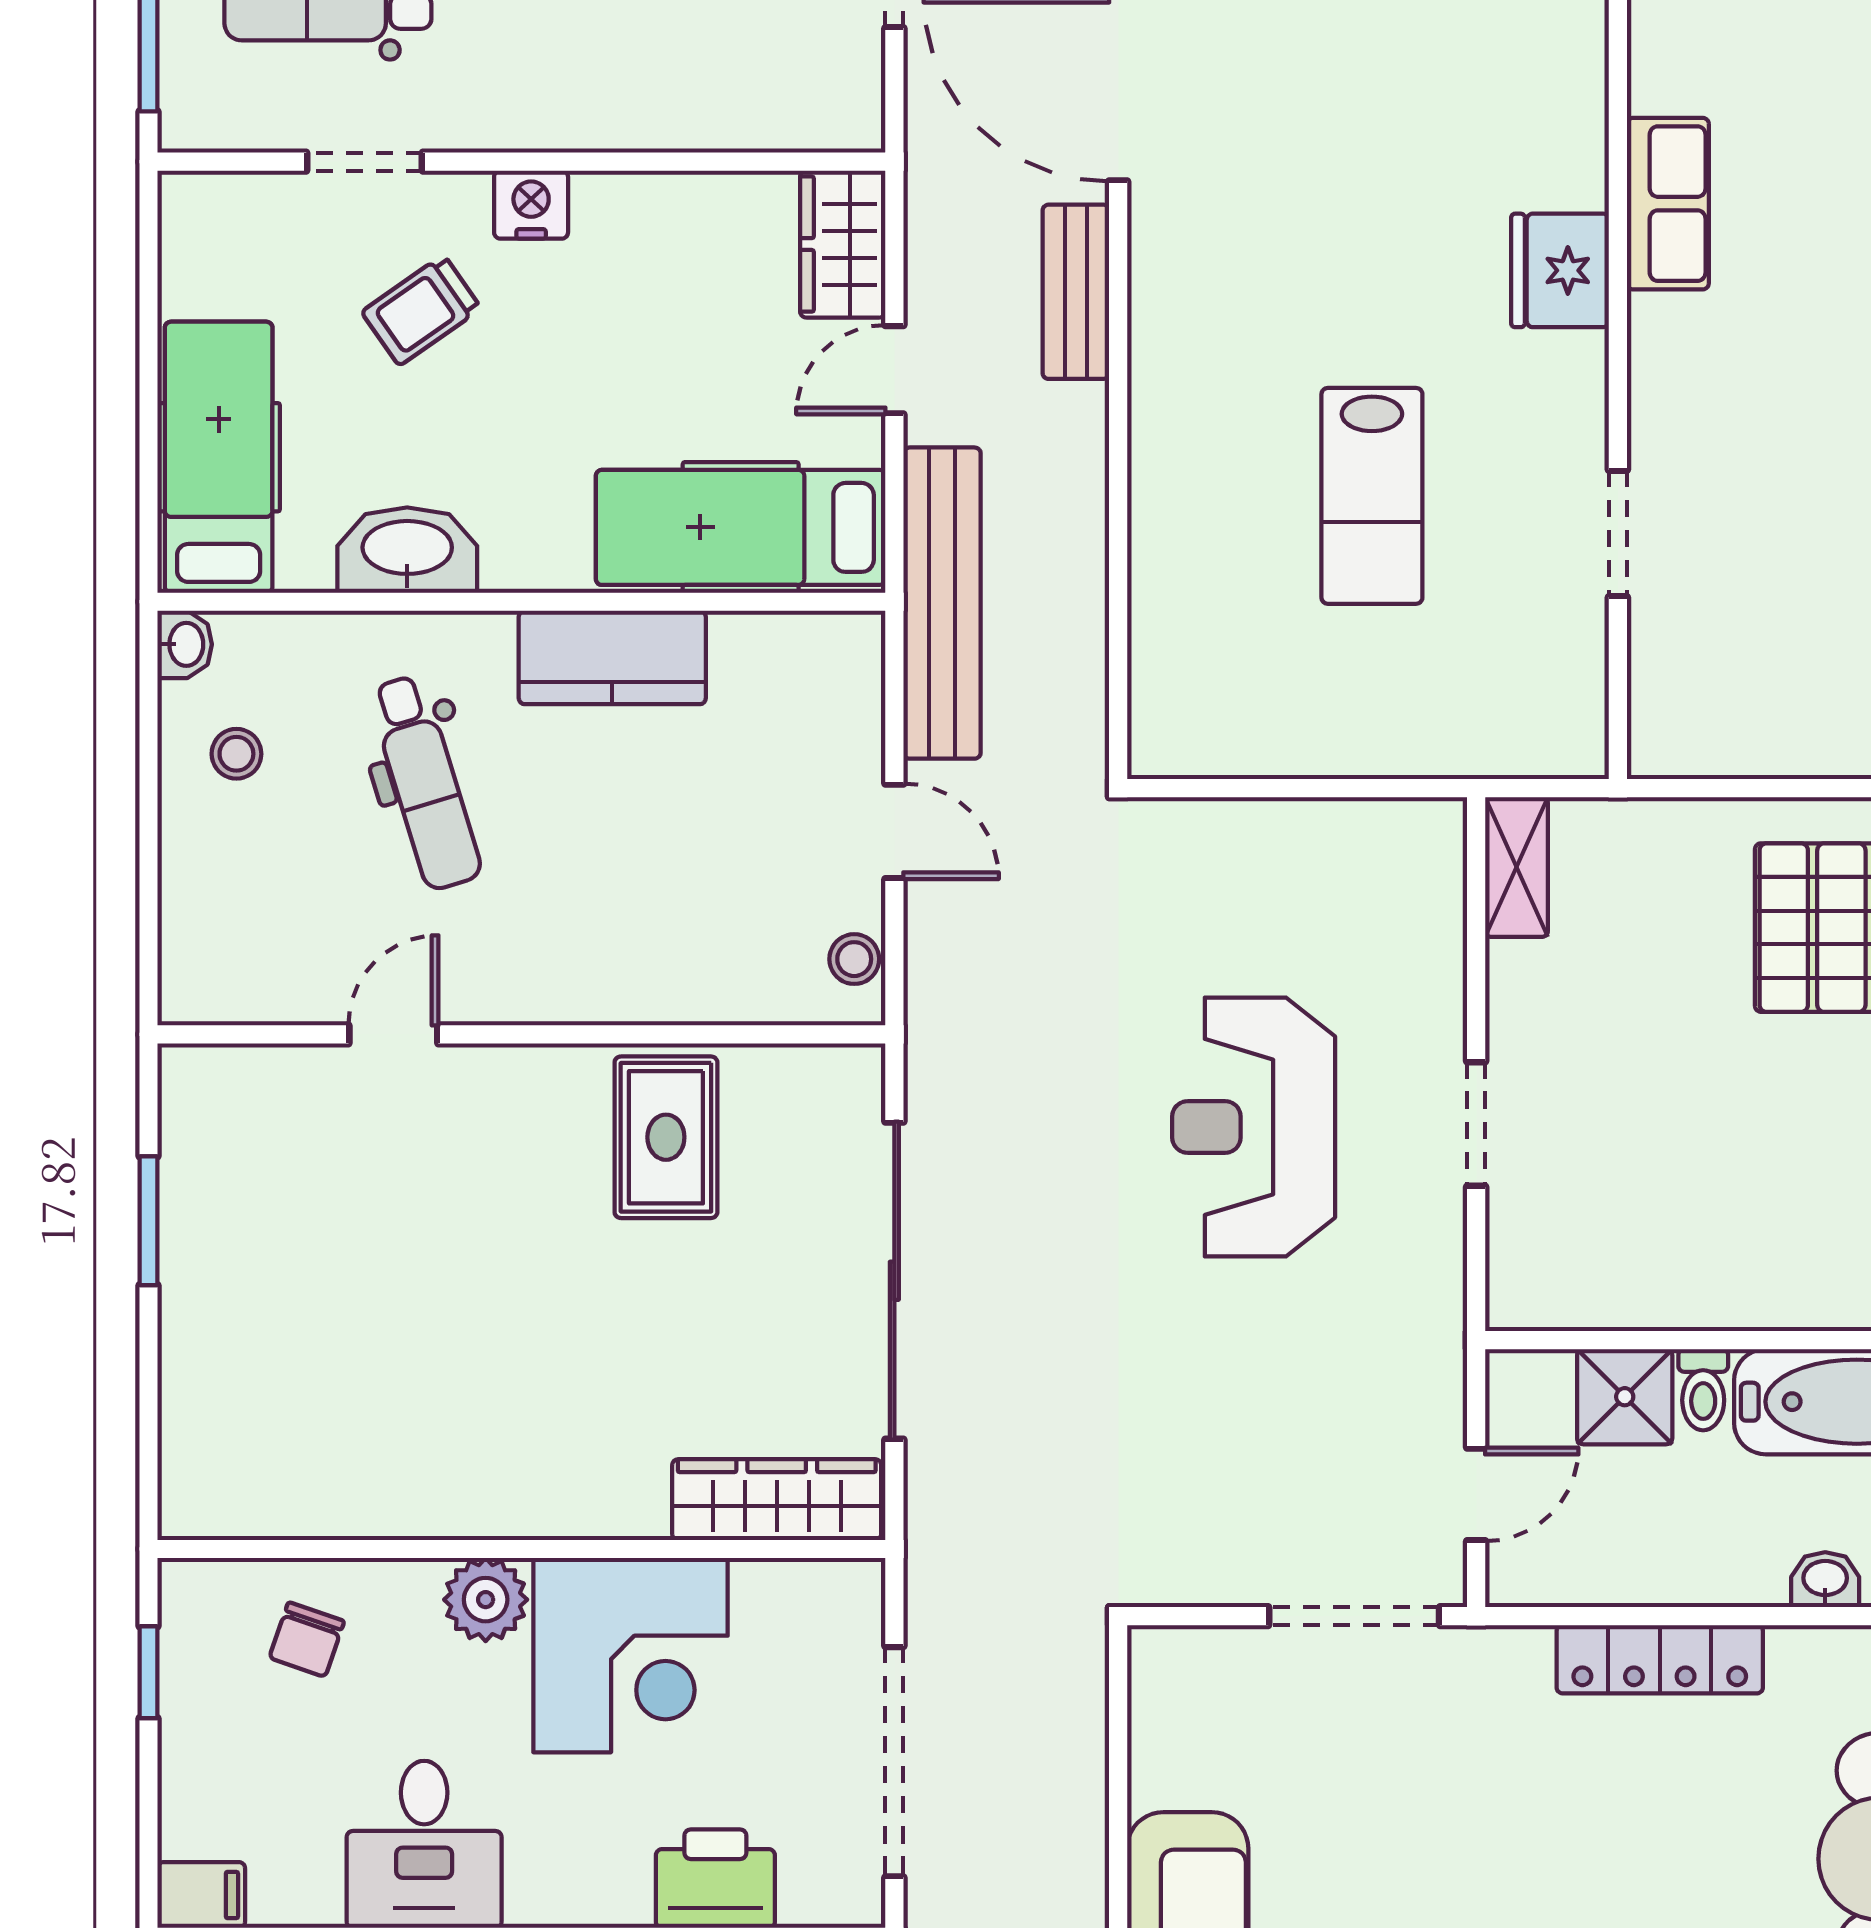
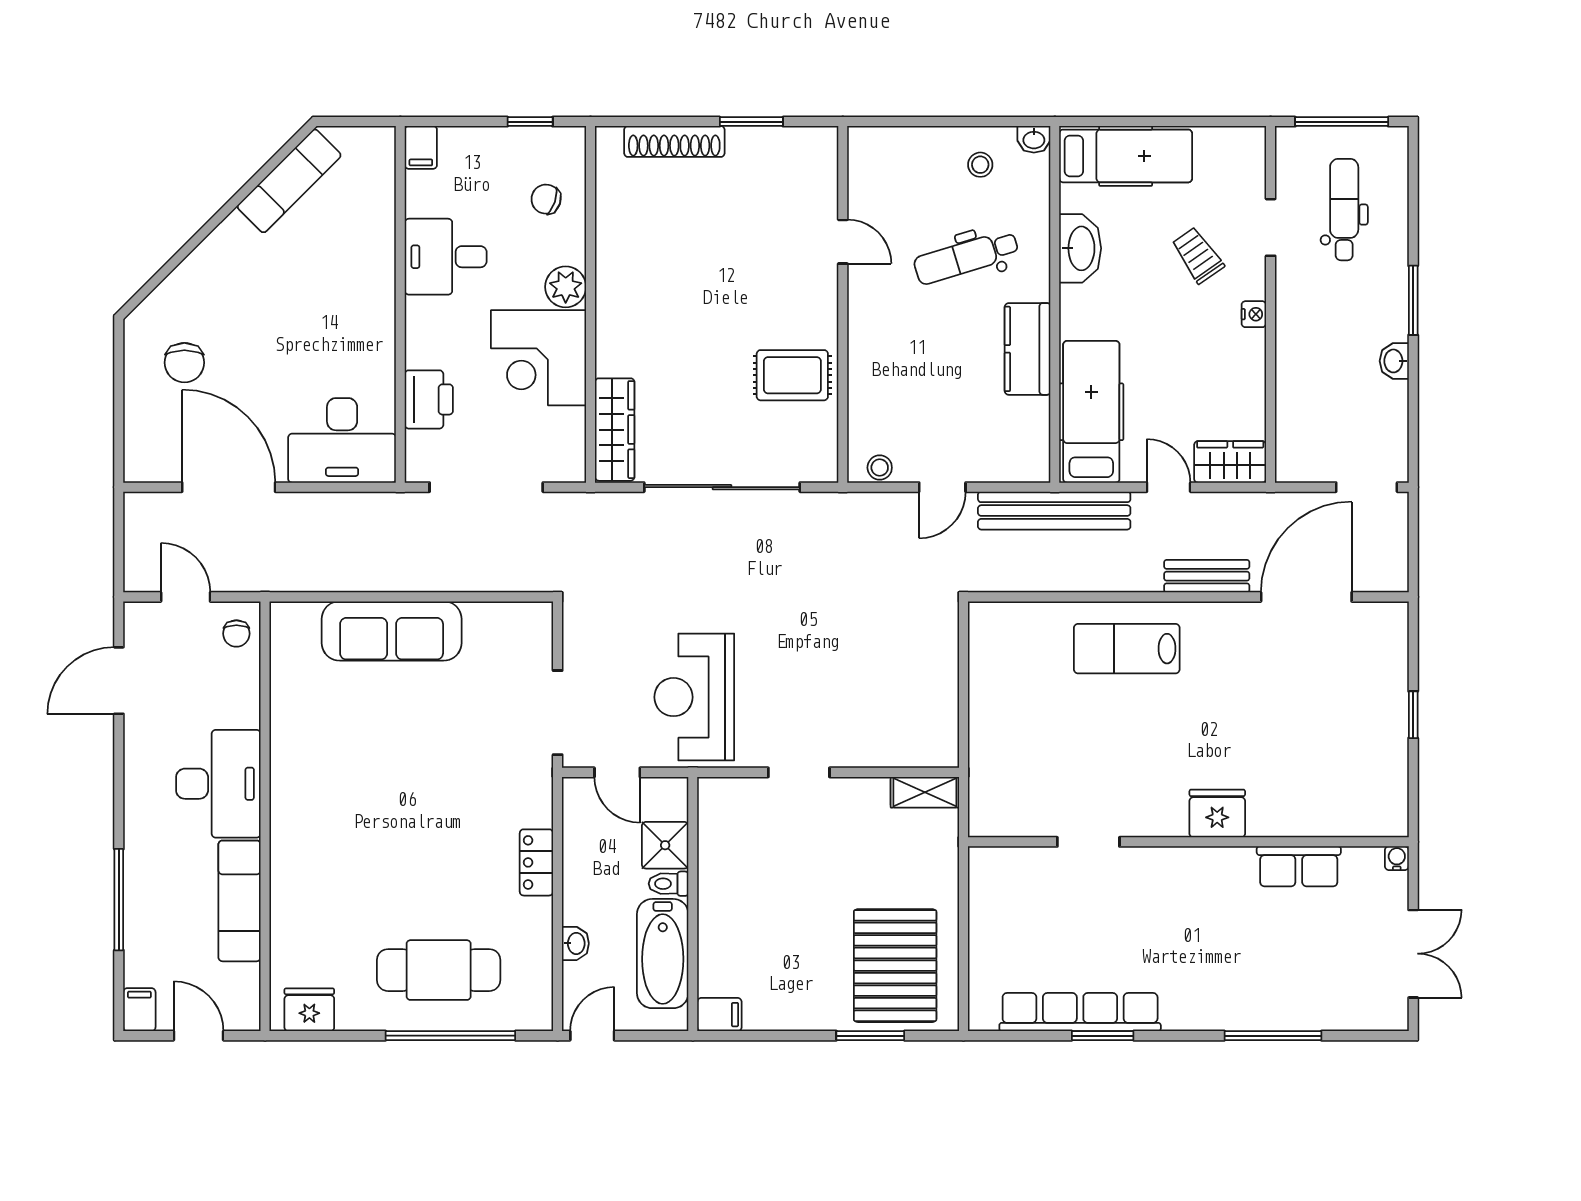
row of seats: (1668, 204) -> (1299, 866), moved
nightstand: (531, 205) -> (1254, 314), width x0.72, depth x0.74
lab bench: (1372, 496) -> (1127, 649), moved
reception desk: (1254, 1127) -> (694, 697), moved, turned -90
shoe rack: (189, 1378) -> (674, 141), added
locker: (1660, 1659) -> (536, 862), width x0.66

